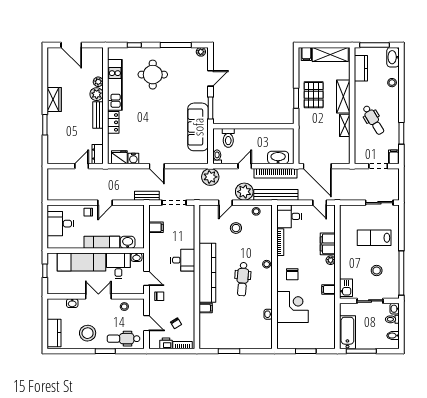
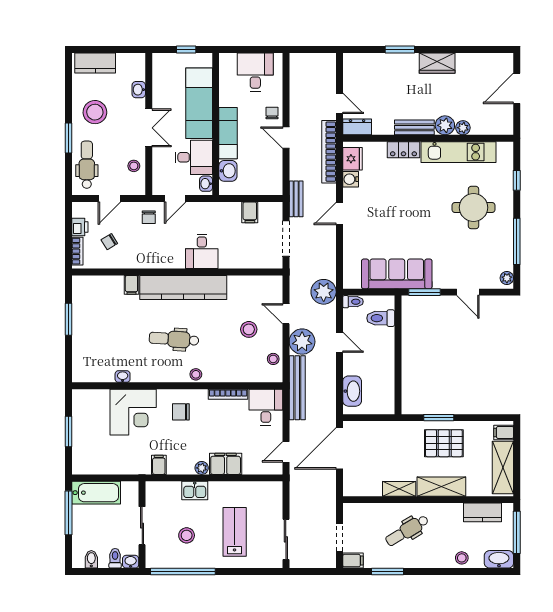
bookcase: (276, 173) -> (329, 152), moved
kitchen sink: (346, 288) -> (195, 491), moved

